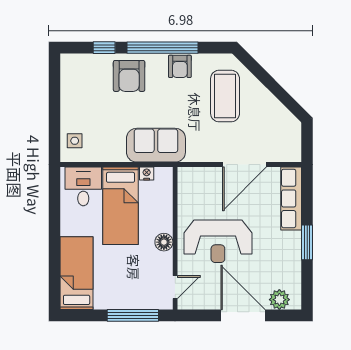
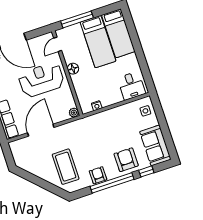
sofa: (156, 145) -> (155, 145), moved, turned 90
plant: (185, 175) -> (74, 113), added
bed: (120, 206) -> (98, 42), moved, turned 180

